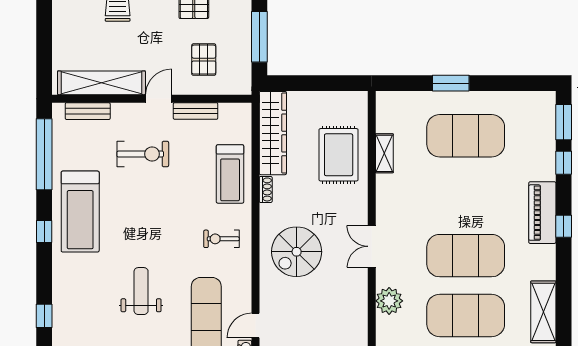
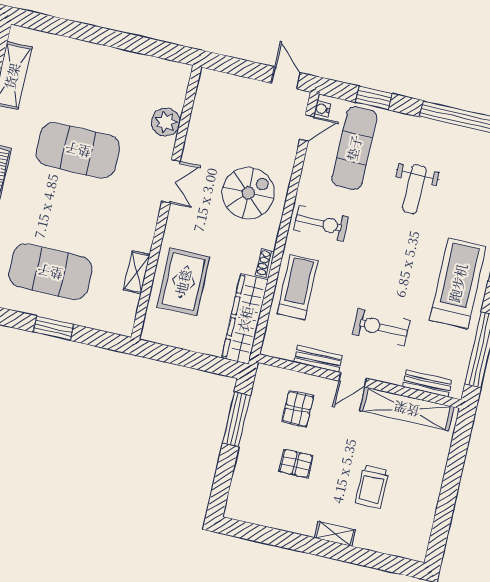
exercise bike: (221, 239) -> (321, 223), width x1.38, depth x1.39
exercise mat: (466, 316) -> (92, 90), removed

